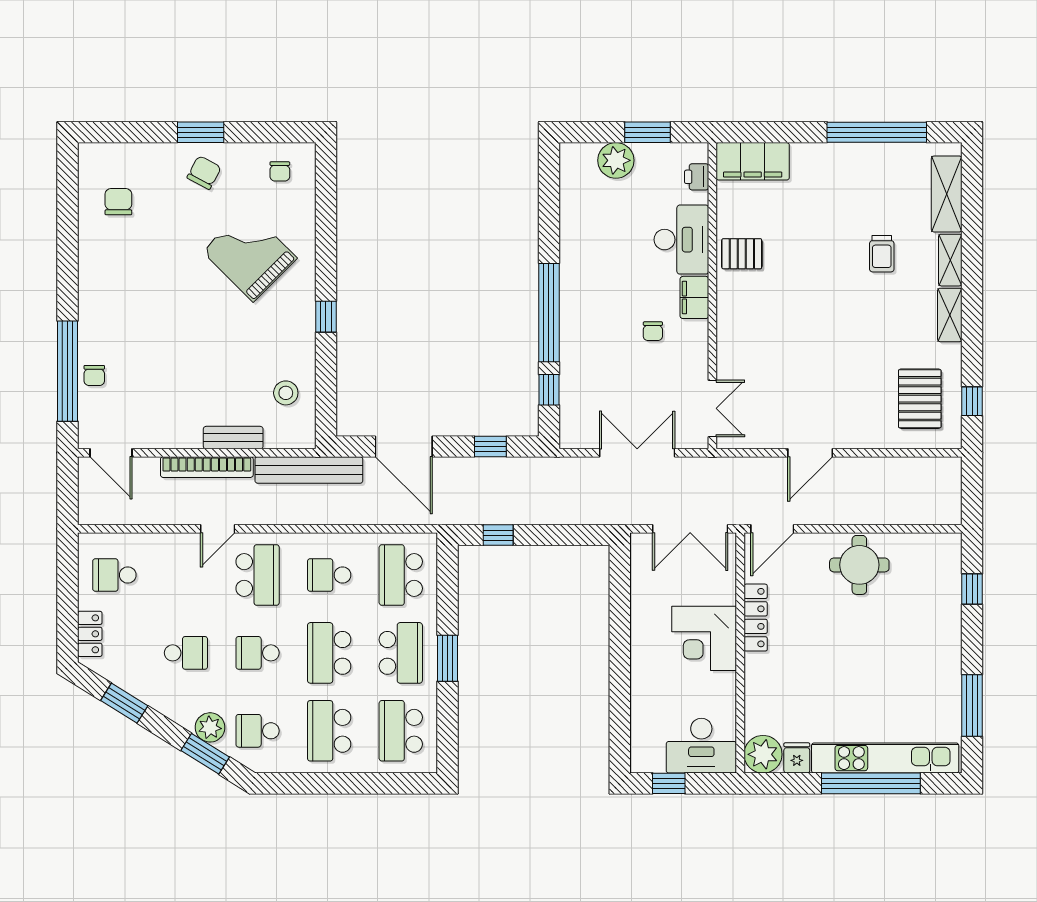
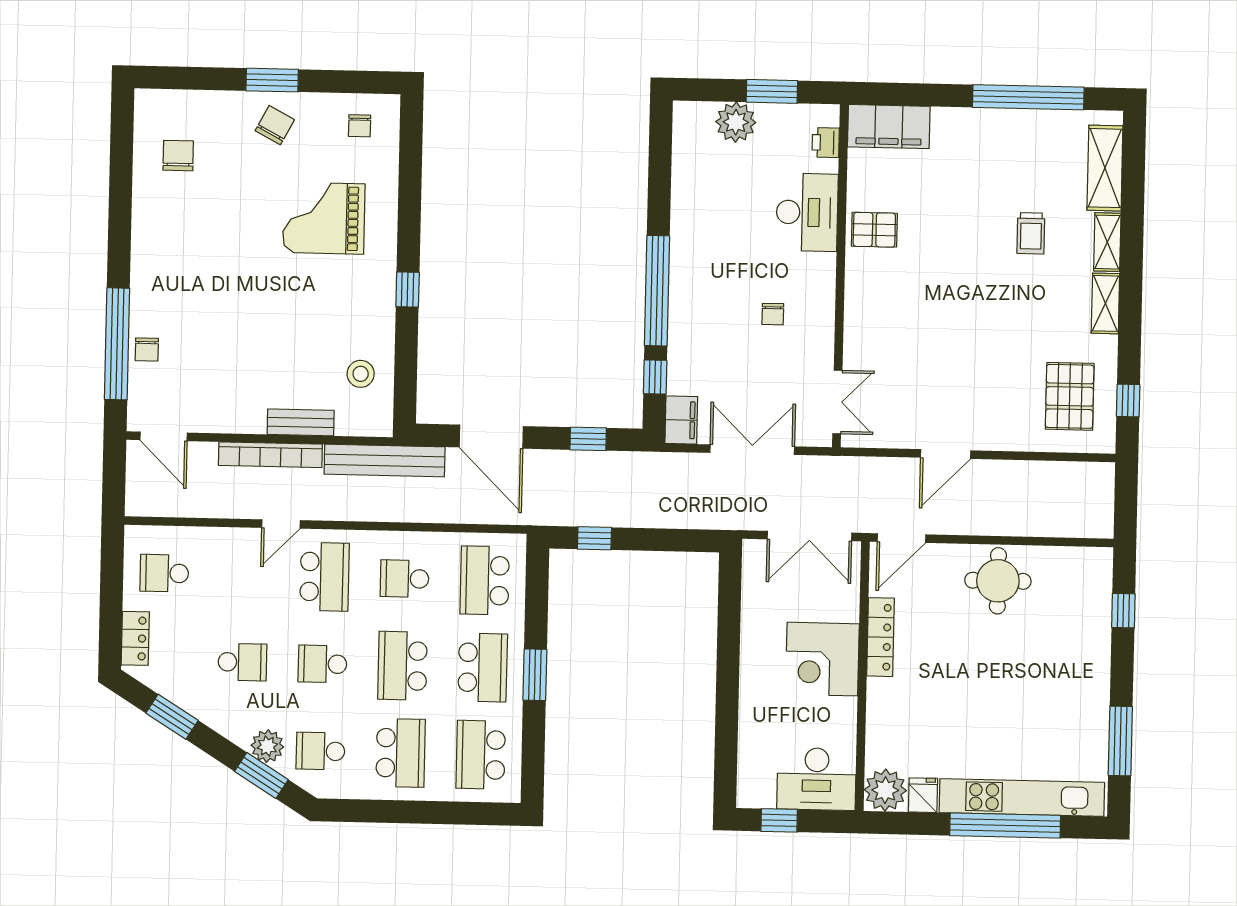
grand piano: (250, 255) -> (324, 218), turned -45
filing cabinet: (694, 297) -> (681, 420), moved, turned 180
school desk: (329, 731) -> (401, 753), turned 180

